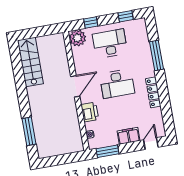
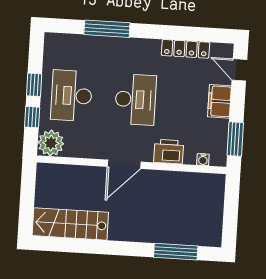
window: (126, 16) -> (34, 85), moved
door: (75, 86) -> (124, 164), swing flipped
locker: (153, 92) -> (186, 49), moved

